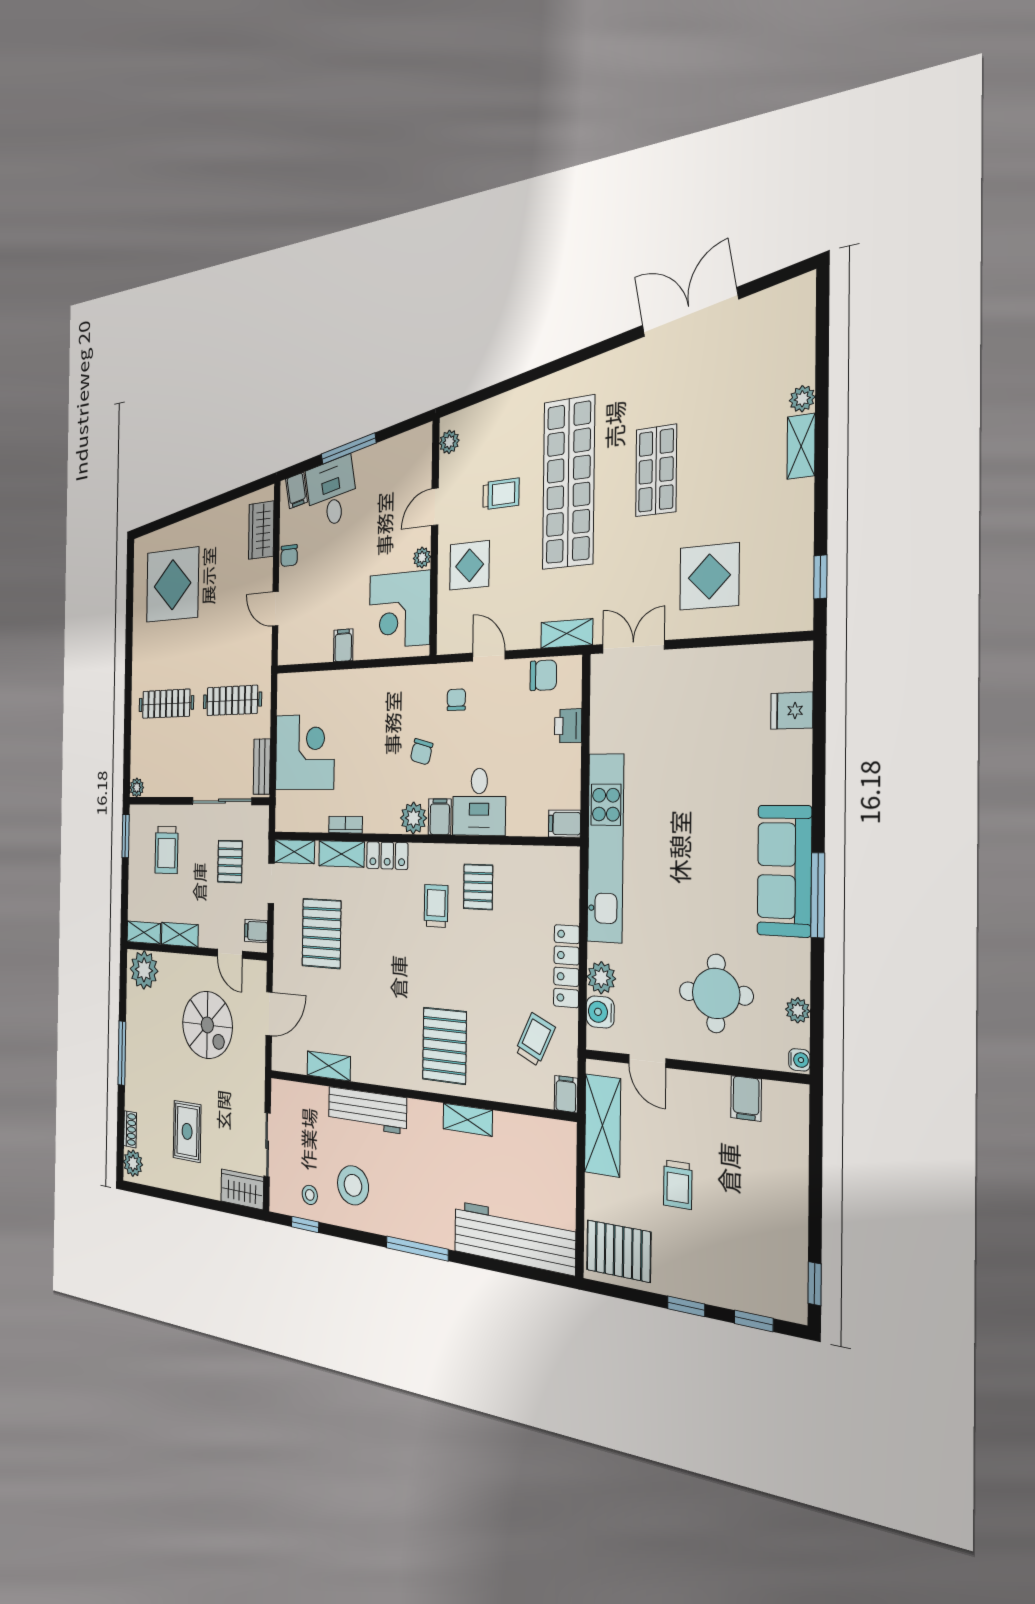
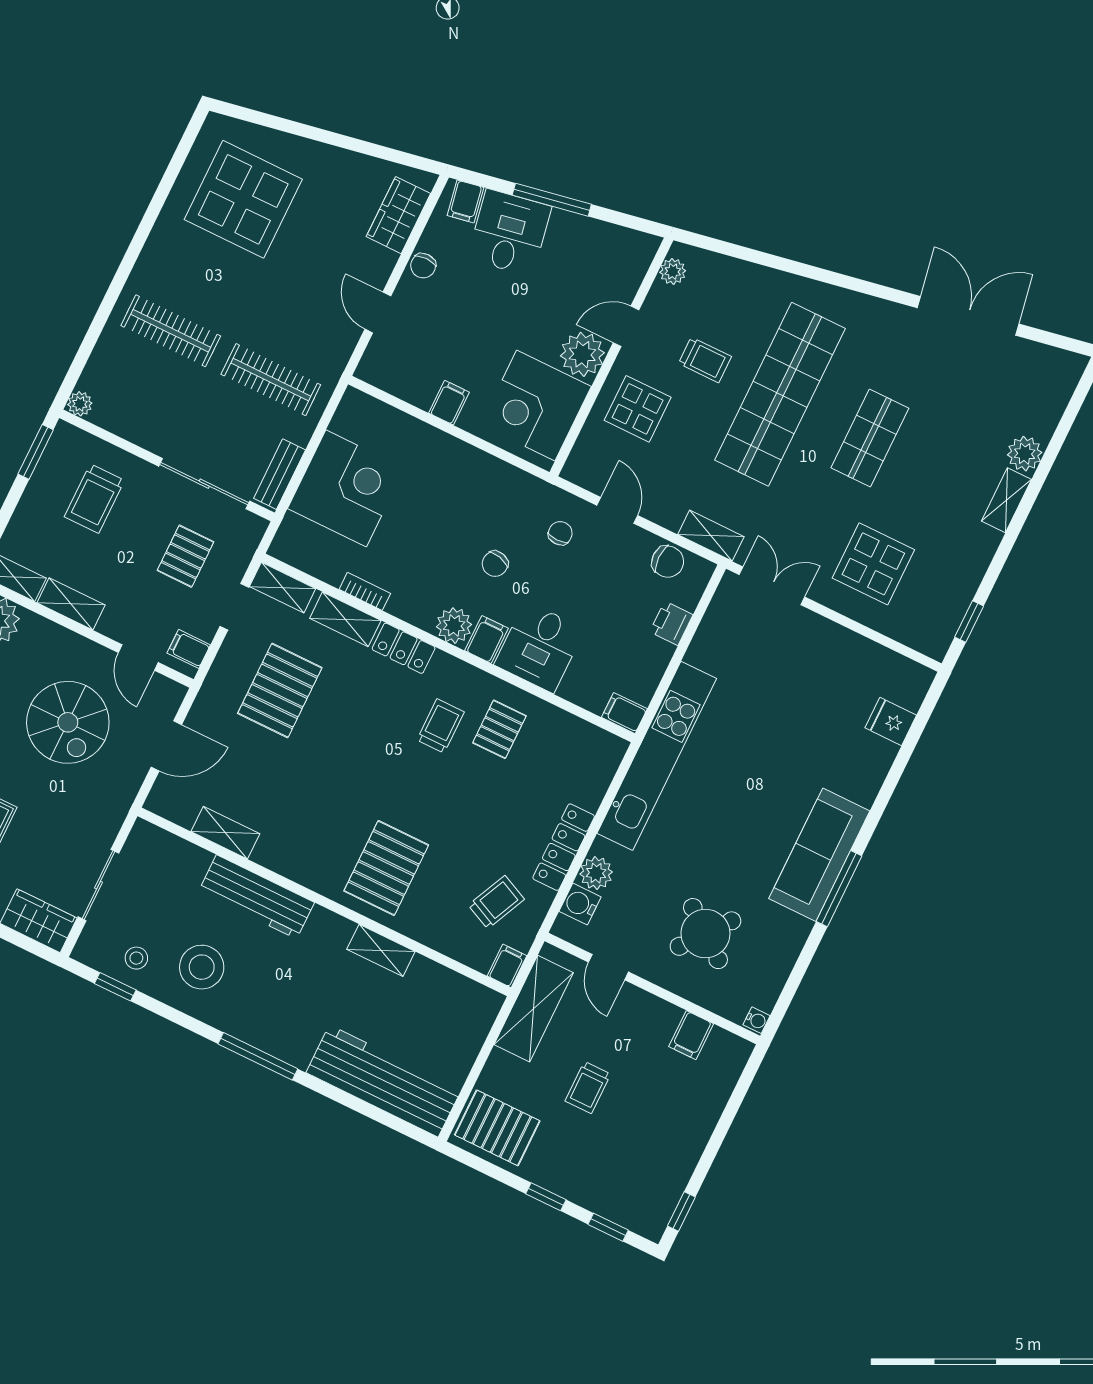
plant: (802, 399) -> (1025, 454), width x1.38, depth x1.38
plant: (422, 558) -> (582, 354), width x1.88, depth x1.88
round table: (716, 993) -> (705, 934), turned 38
plant: (798, 1010) -> (775, 978), removed

